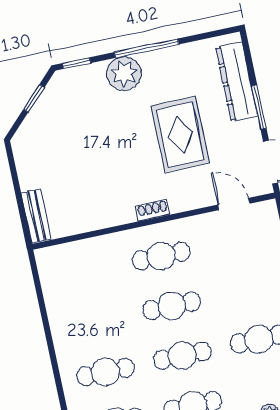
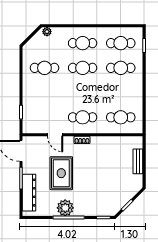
plant: (124, 74) -> (65, 208), moved
door: (234, 204) -> (55, 135), moved
bench: (36, 216) -> (138, 161), moved
cafe table: (172, 306) -> (121, 117), moved

